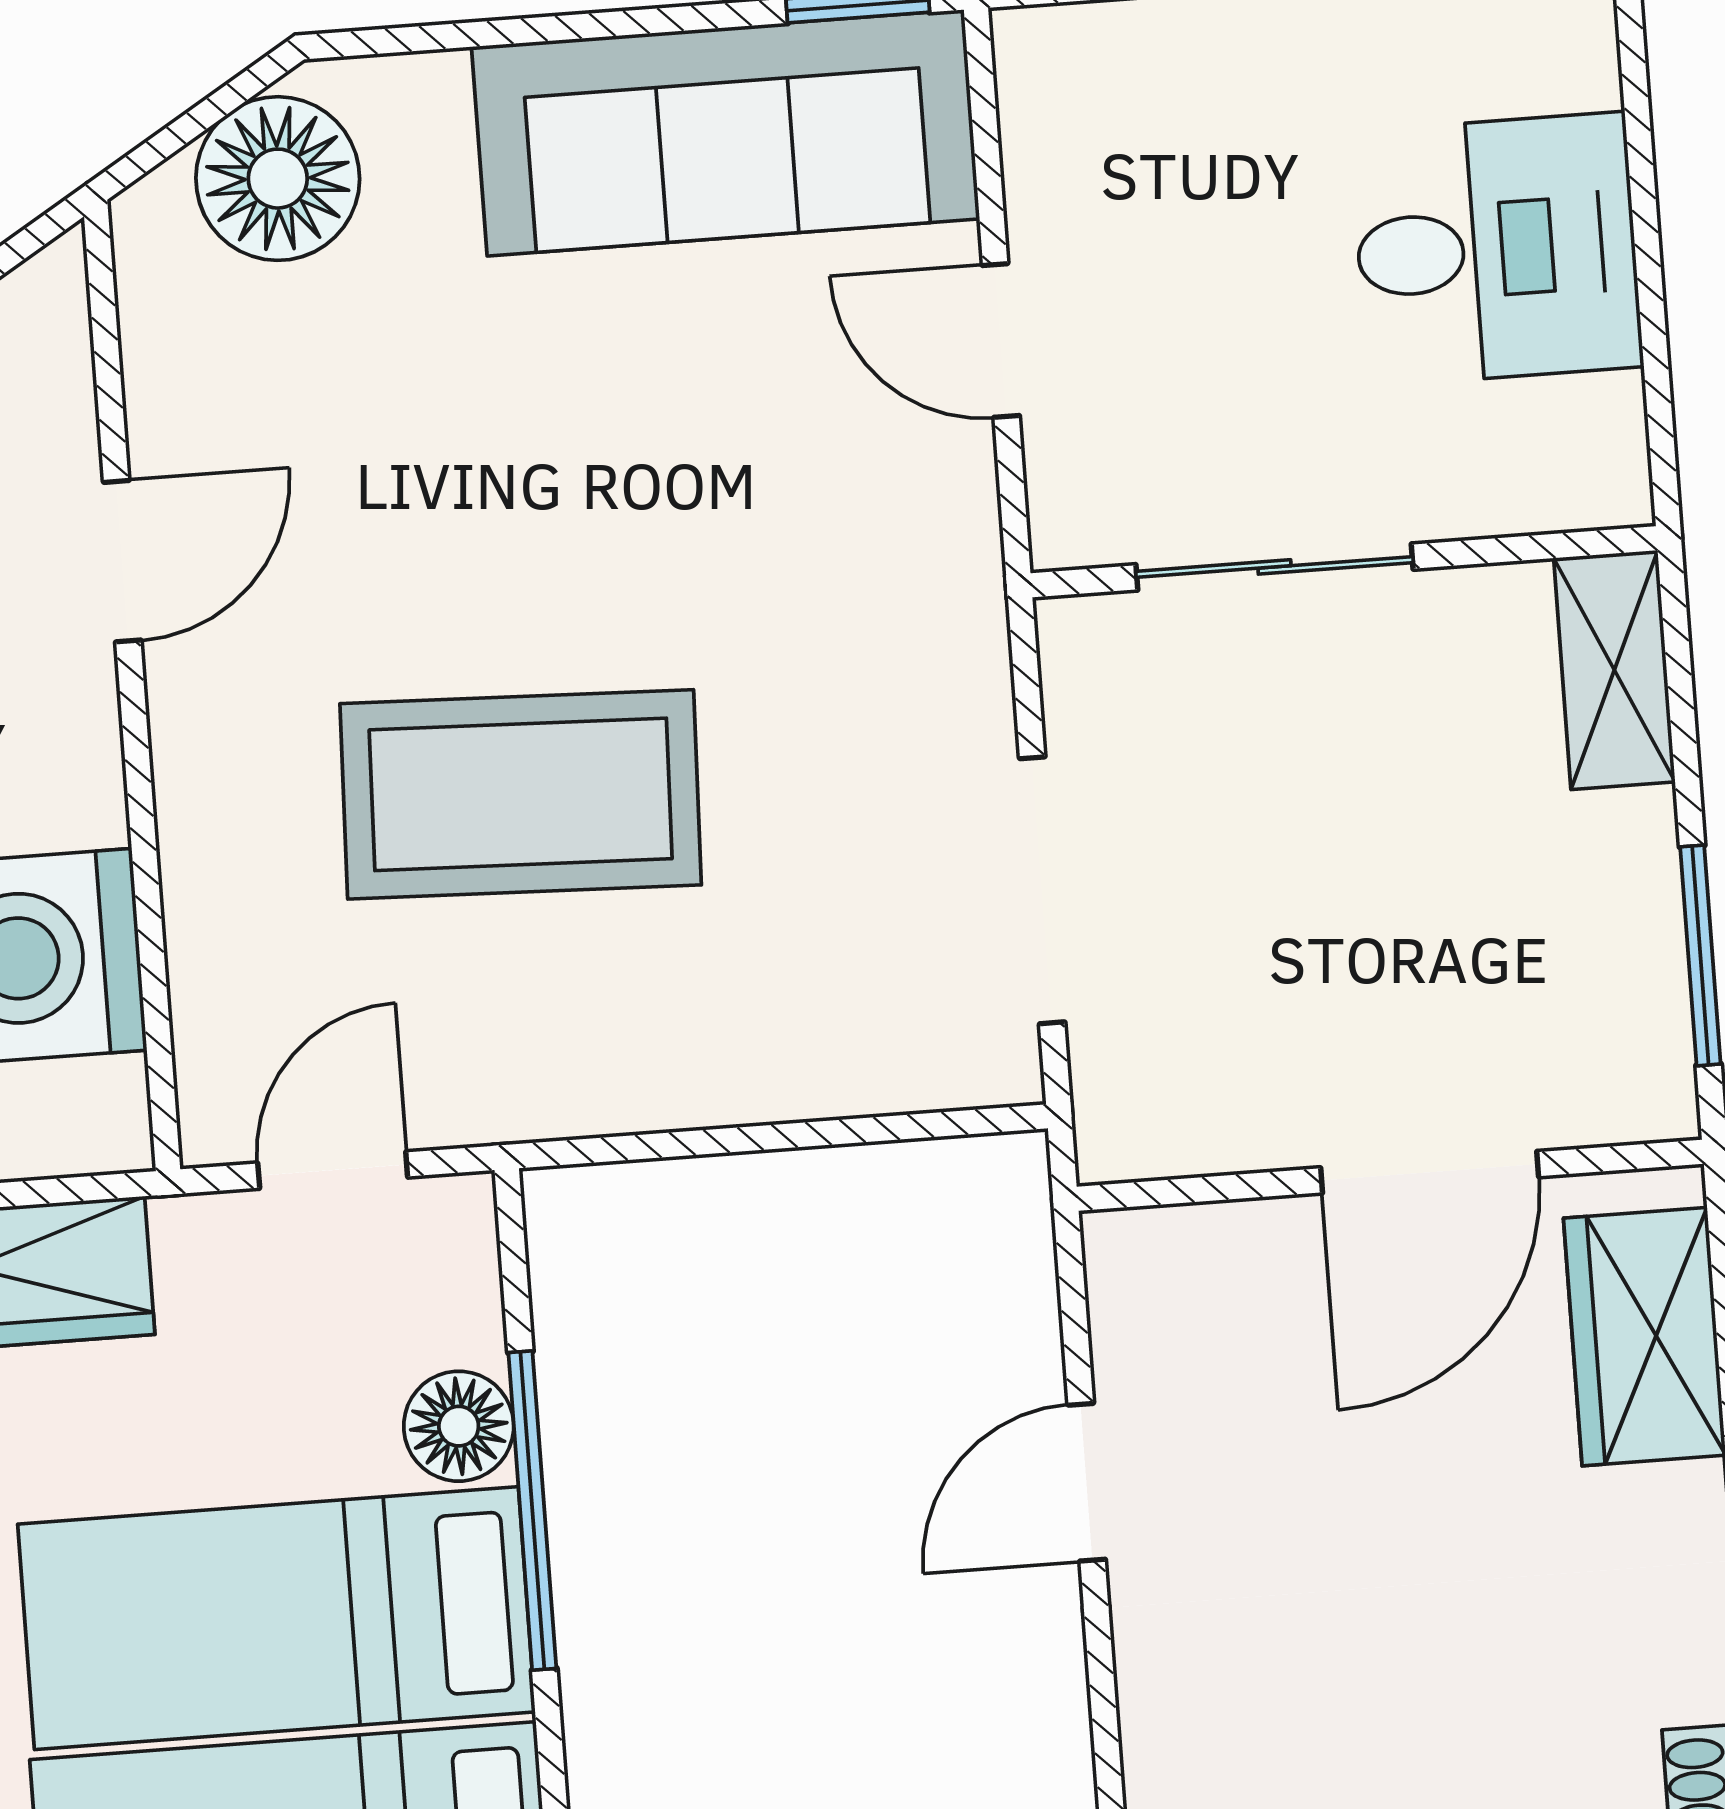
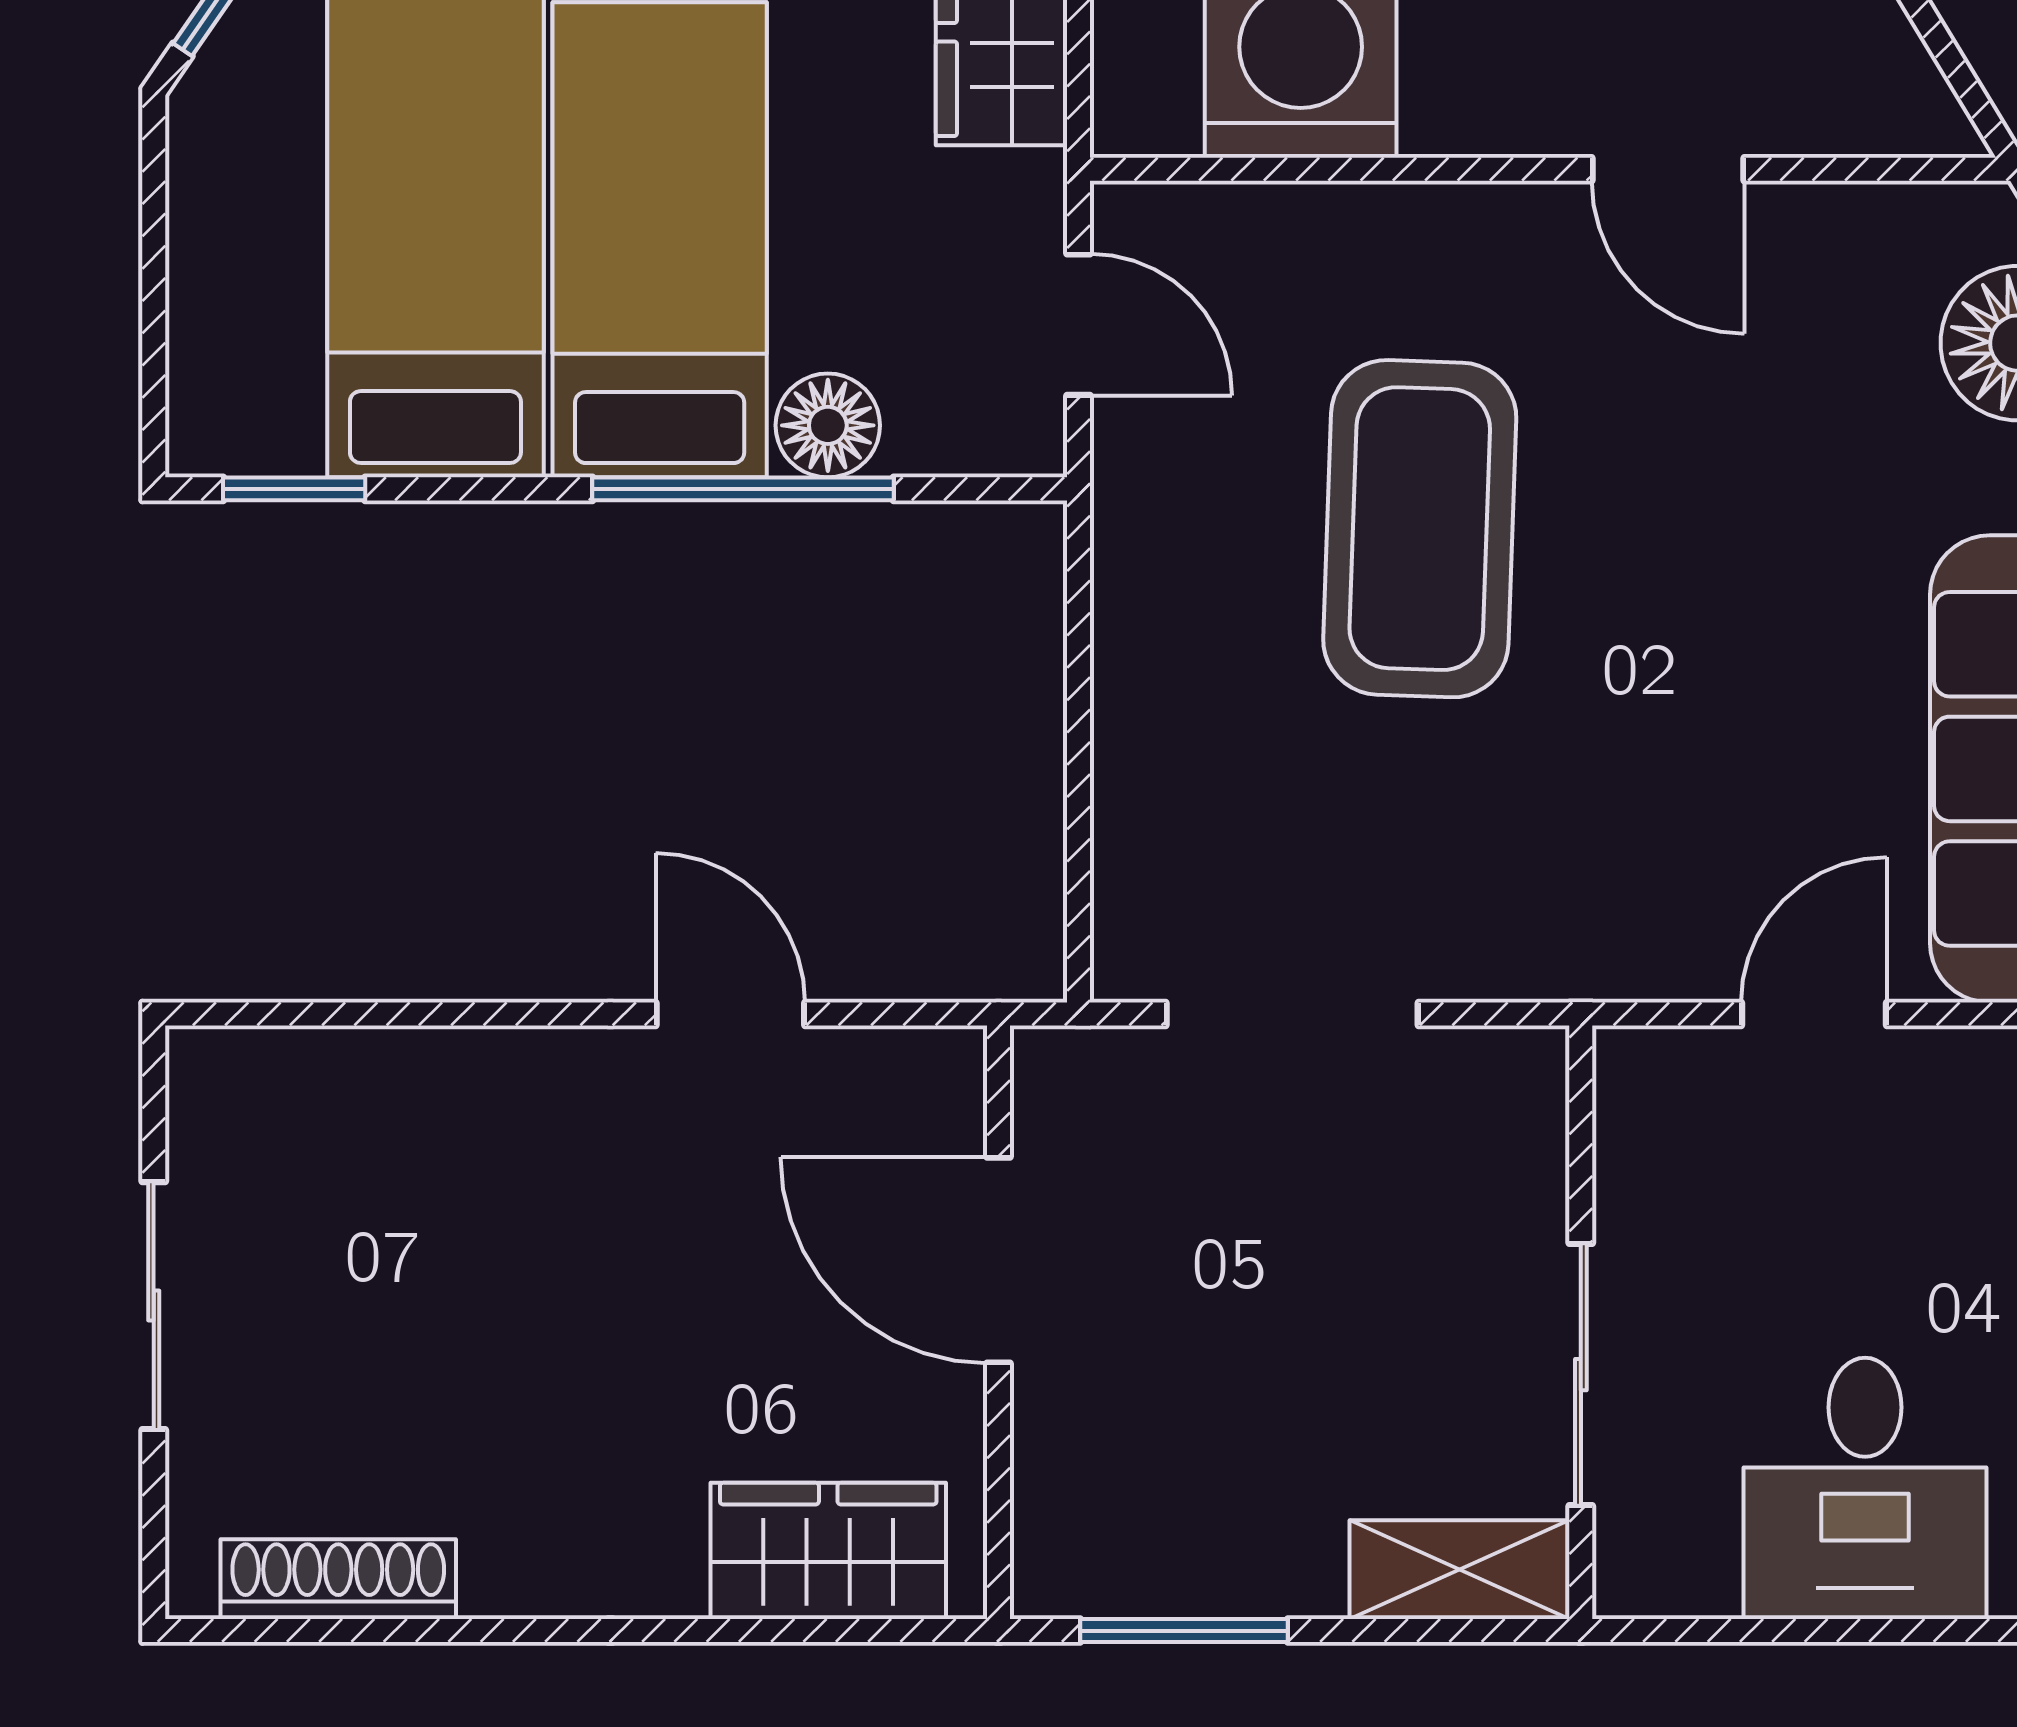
sliding door: (1274, 567) -> (1581, 1375), moved
door: (1430, 1172) -> (999, 1260), moved

